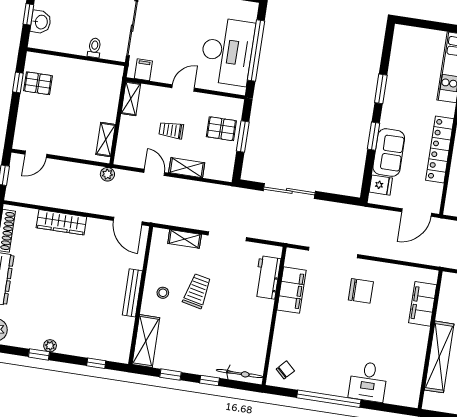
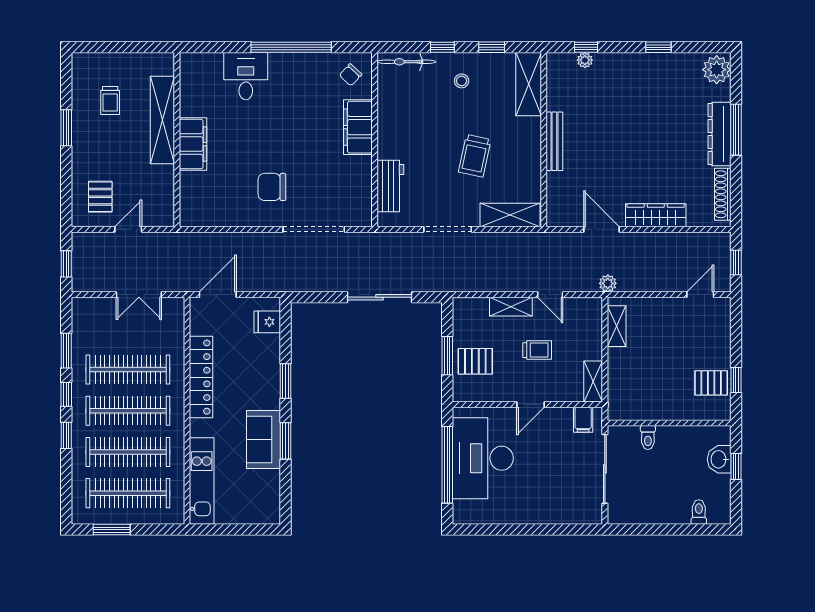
sofa: (389, 153) -> (264, 440), moved
door: (128, 221) -> (602, 229), moved
shelving: (185, 239) -> (510, 215), width x1.50, depth x1.33
filing cabinet: (292, 290) -> (358, 127), moved
stool: (163, 293) -> (462, 81), moved
filing cabinet: (423, 304) -> (193, 144), moved
plant: (50, 346) -> (585, 60), moved

